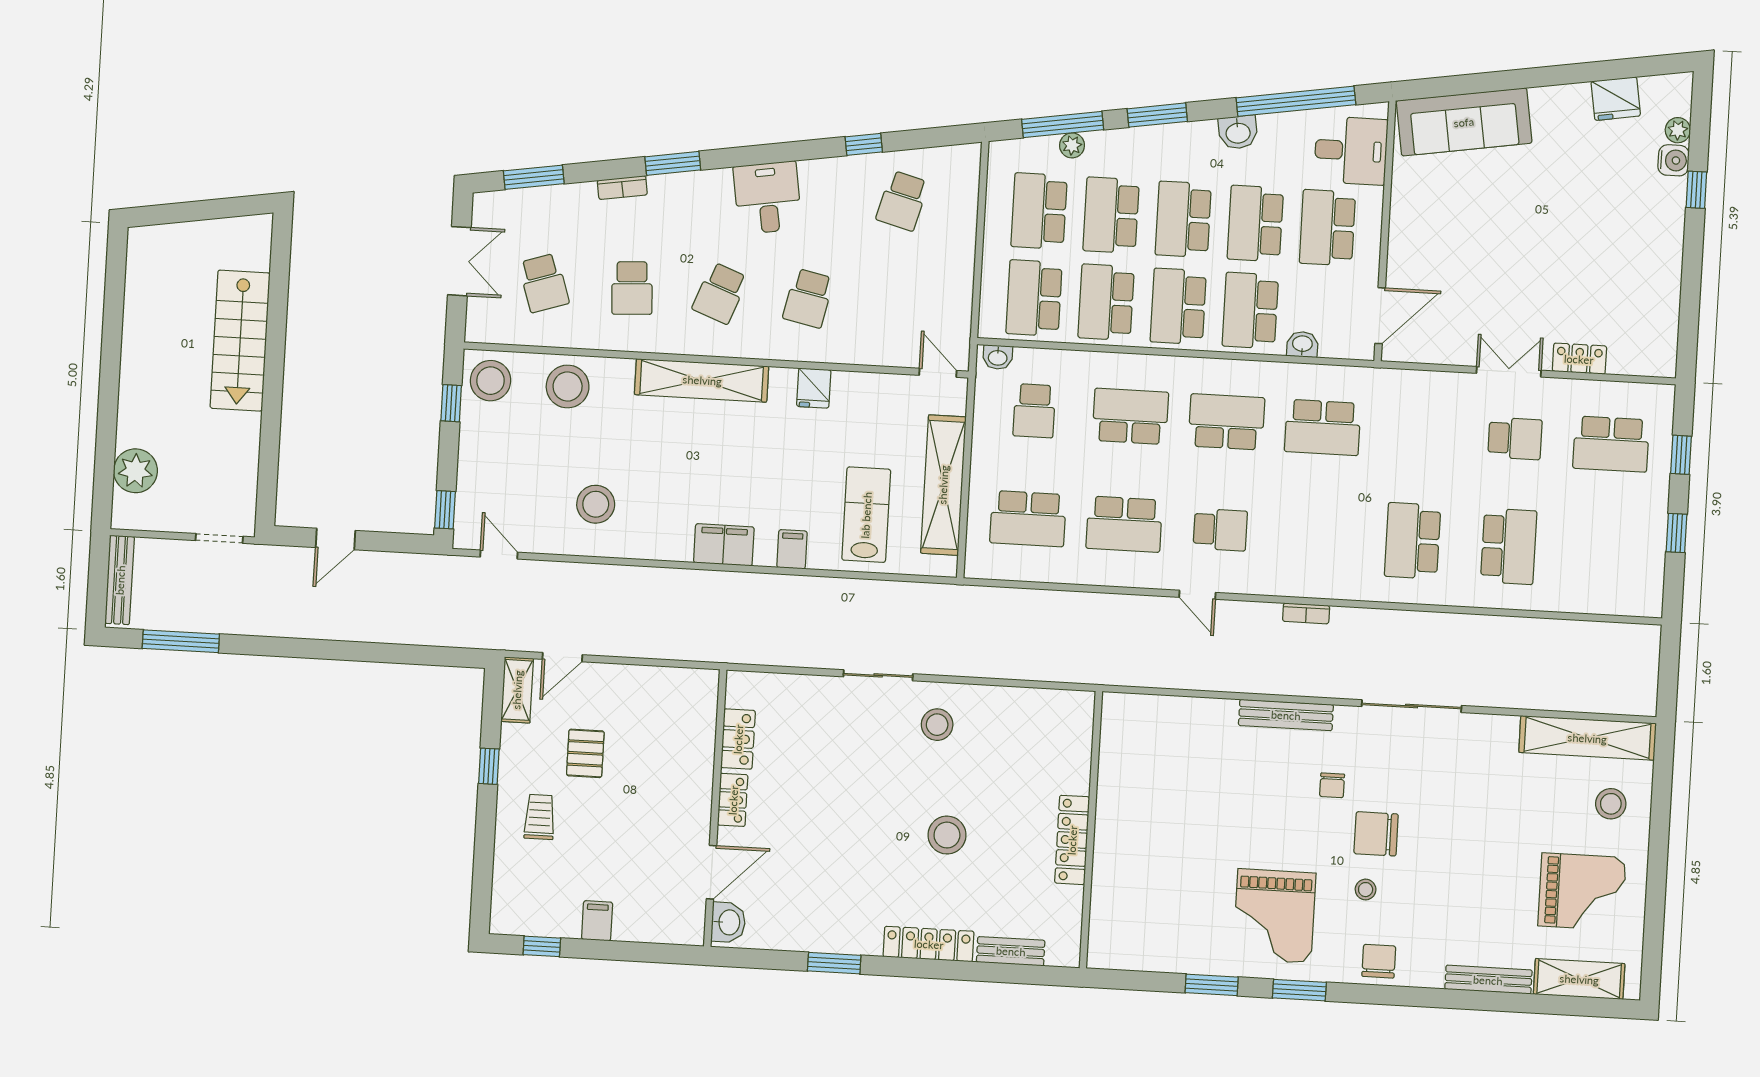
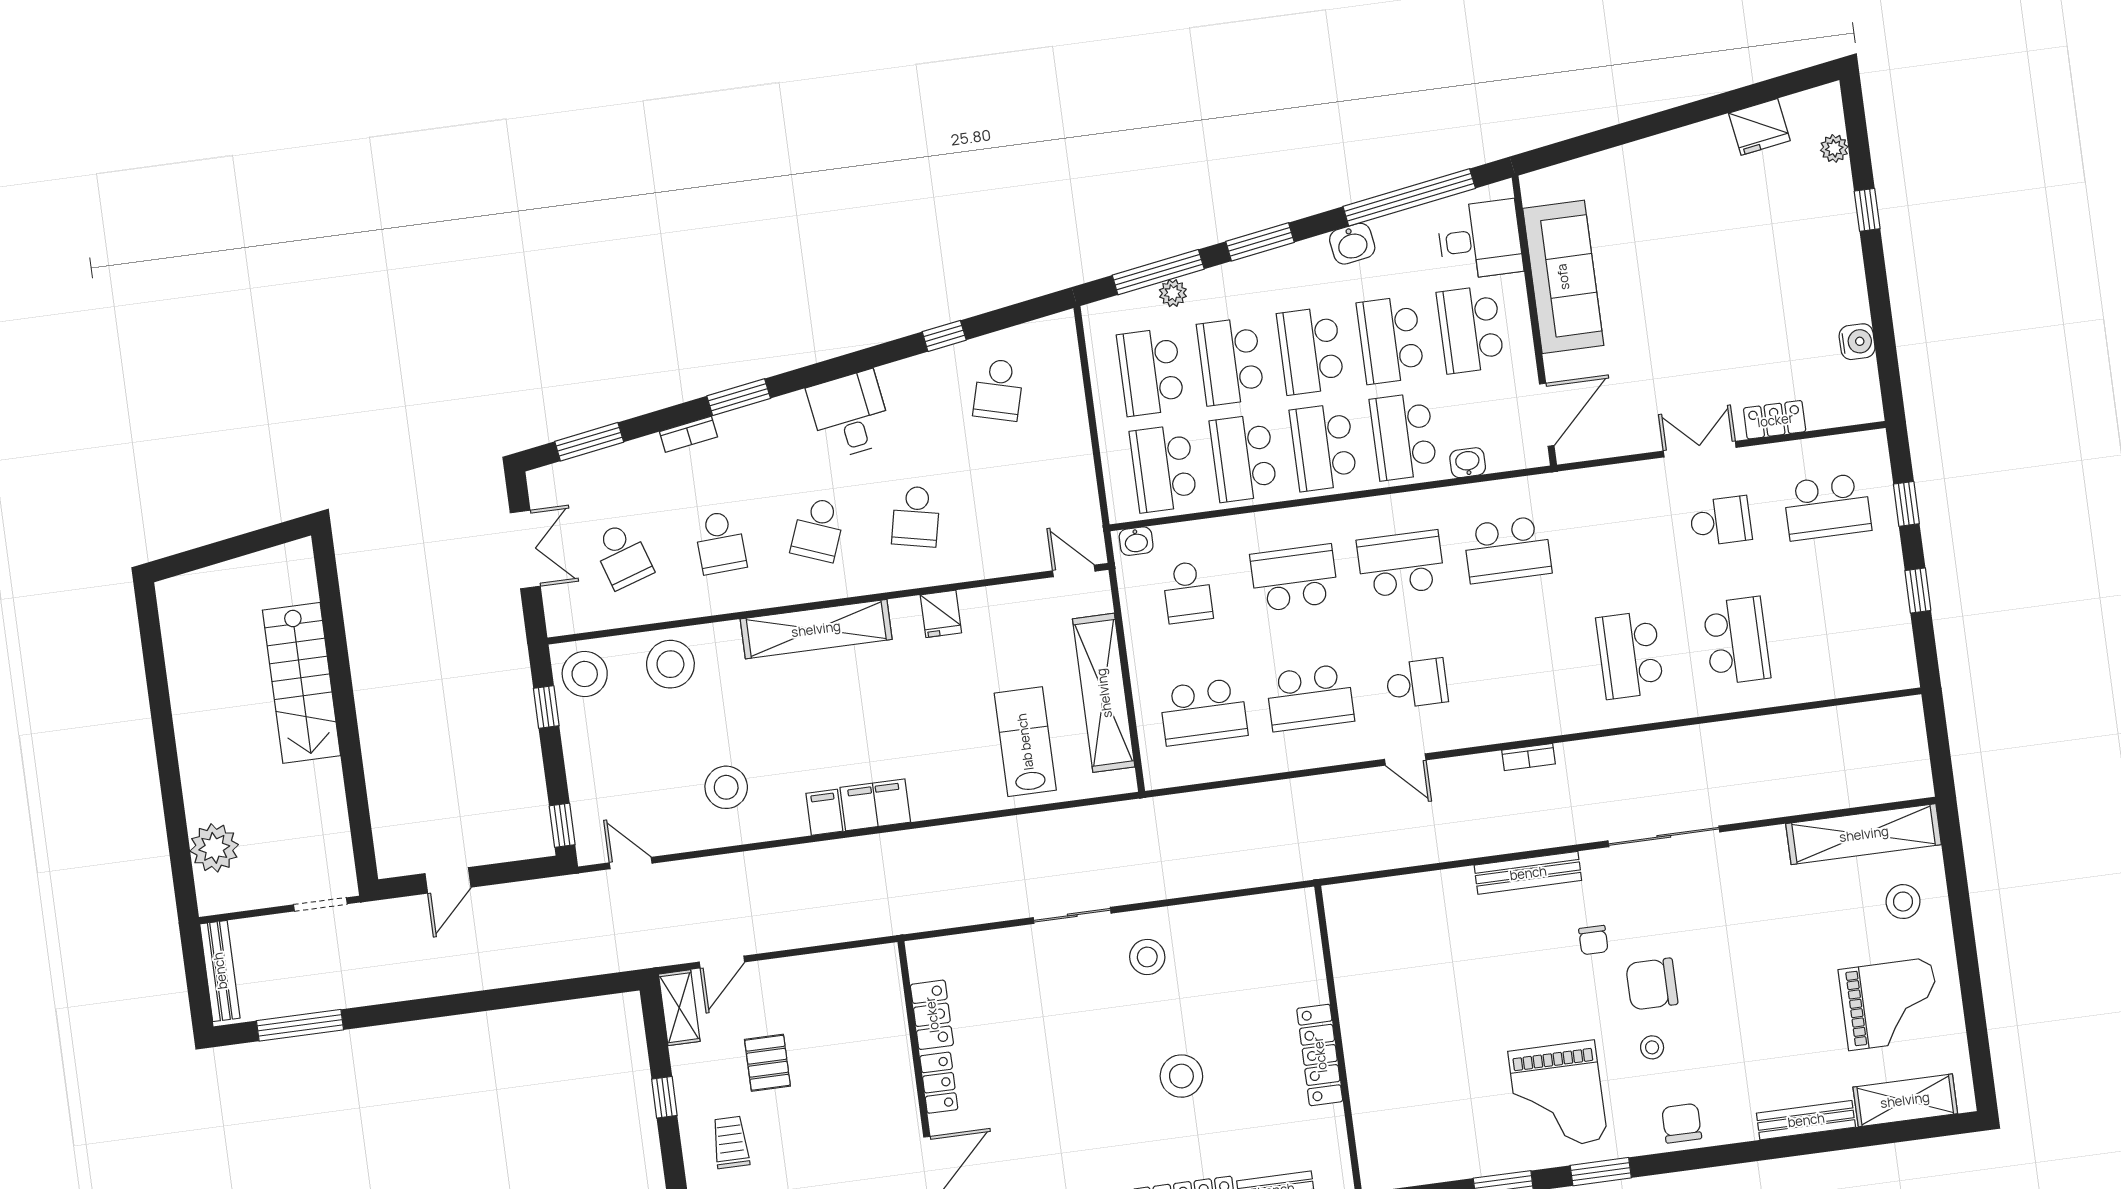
sofa: (1464, 122) -> (1563, 277), moved, turned -81
water cooler: (1673, 160) -> (1857, 342), moved
filing cabinet: (792, 549) -> (824, 812), moved

